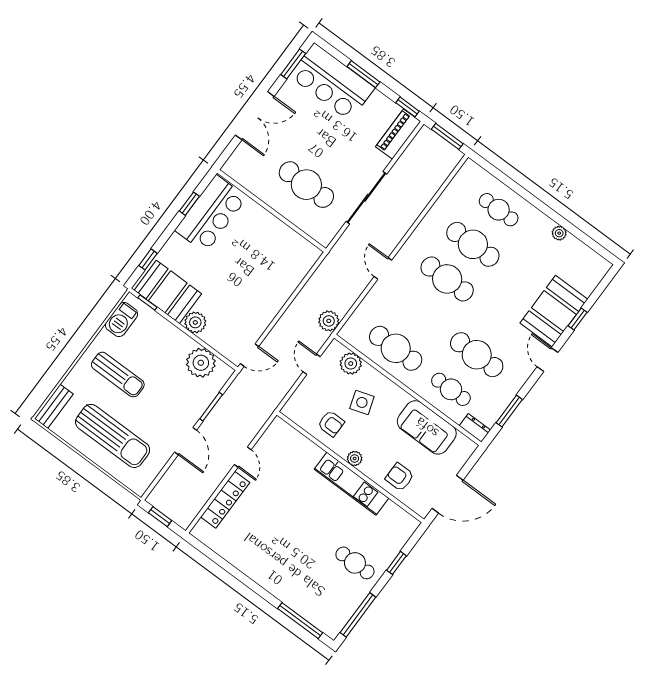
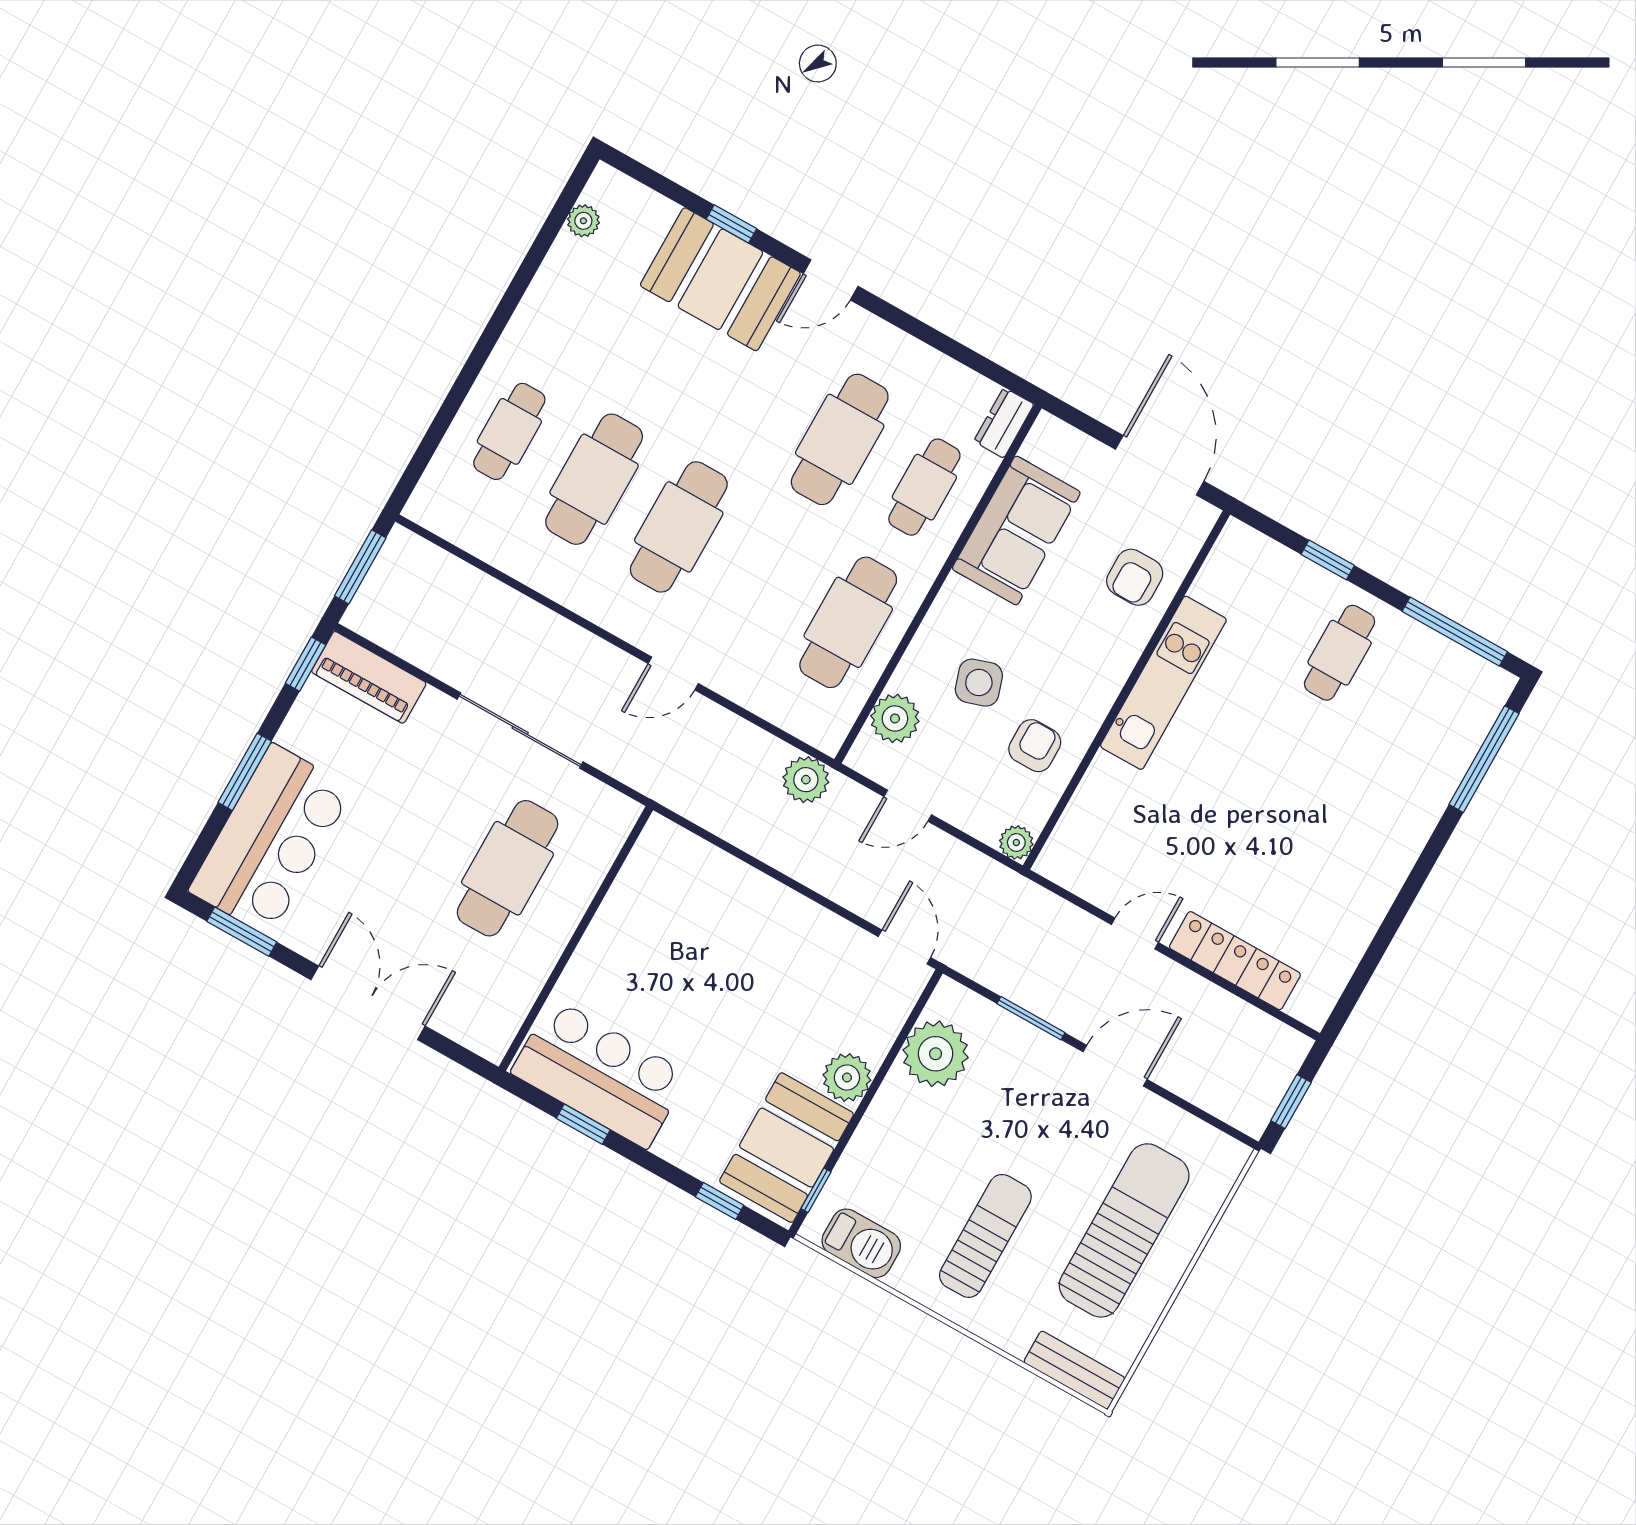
plant: (559, 233) -> (583, 221), moved
window: (509, 411) -> (957, 351), removed
plant: (355, 458) -> (1016, 843), moved

